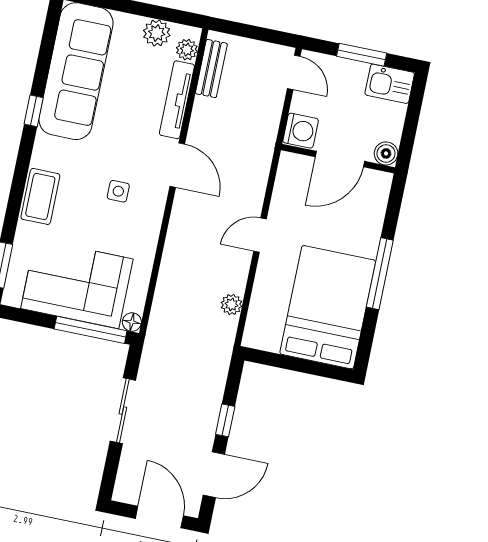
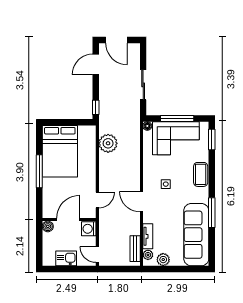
window: (362, 55) -> (68, 269), removed
kitchen sink: (390, 84) -> (66, 258), moved
tv unit: (177, 100) -> (148, 236), width x0.71
window: (34, 111) -> (212, 213), width x2.17
door: (260, 235) -> (97, 200), moved
plant: (231, 304) -> (108, 143), width x1.87, depth x1.87
window: (91, 330) -> (177, 119), moved
window: (225, 420) -> (96, 107), moved

